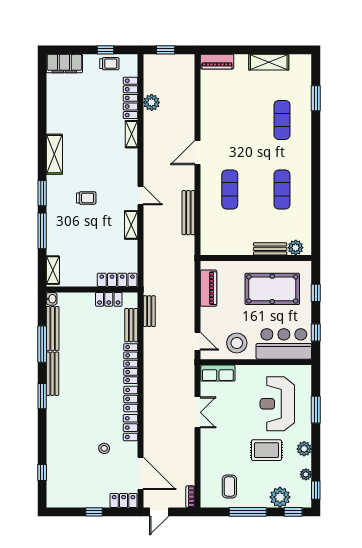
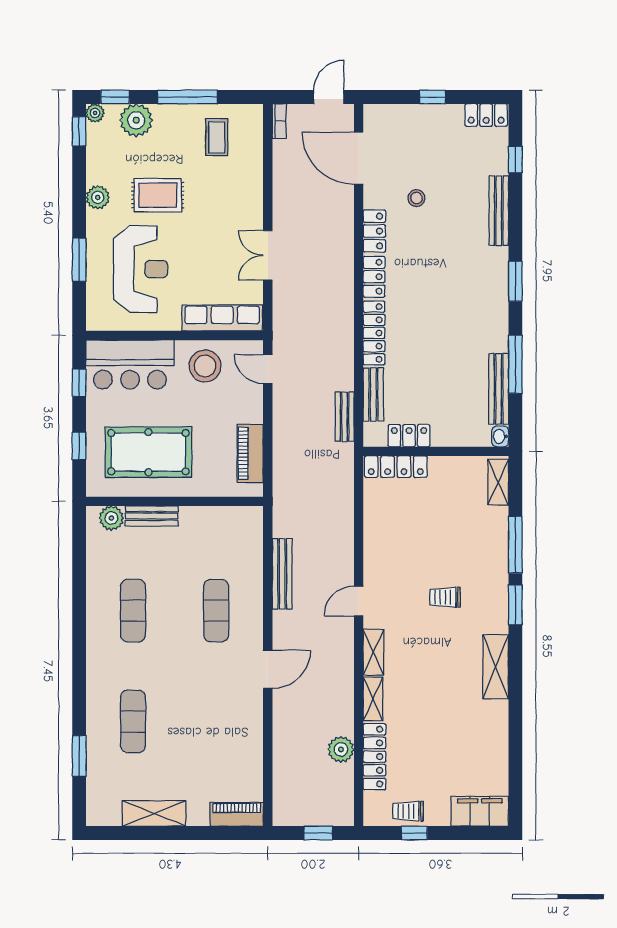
door: (140, 195) -> (359, 601), hinge flipped
shelving: (131, 225) -> (373, 652), moved
row of seats: (218, 373) -> (222, 318), width x1.48
bench: (52, 374) -> (499, 211), moved
plant: (306, 474) -> (95, 113), moved
locker: (124, 500) -> (486, 115), moved

